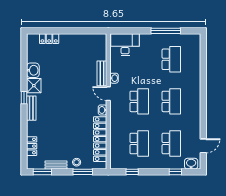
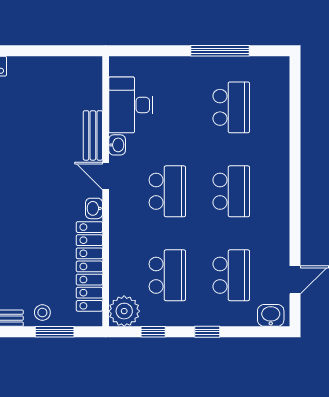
desk: (125, 45) -> (131, 105), moved, turned -90
plant: (118, 161) -> (124, 311), added
window: (175, 172) -> (207, 332), moved

